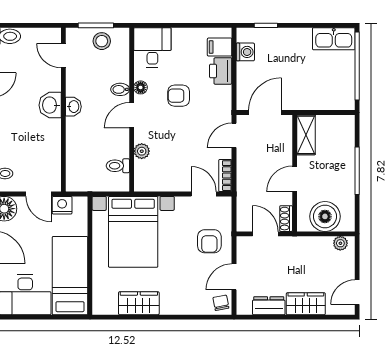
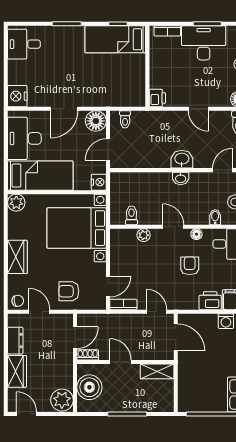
bidet: (120, 89) -> (215, 217), moved
nightstand: (62, 205) -> (99, 182), moved
plant: (340, 243) -> (62, 400), width x1.87, depth x1.87
wardrobe: (139, 303) -> (17, 257), moved
plant: (103, 305) -> (16, 203), added

